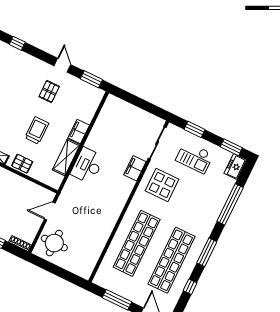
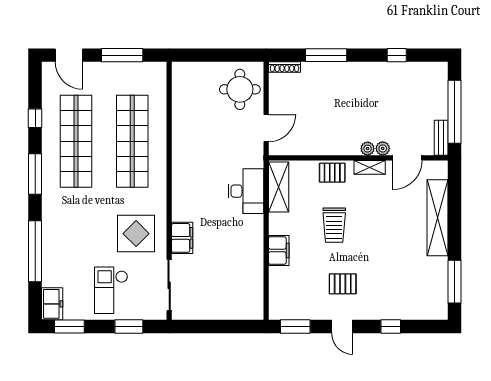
window: (17, 43) -> (391, 327), moved
pallet: (49, 92) -> (343, 284), turned 90
shelving: (66, 157) -> (279, 187), moved
checkout: (195, 157) -> (111, 290), turned -90
desk: (87, 165) -> (246, 191), moved

